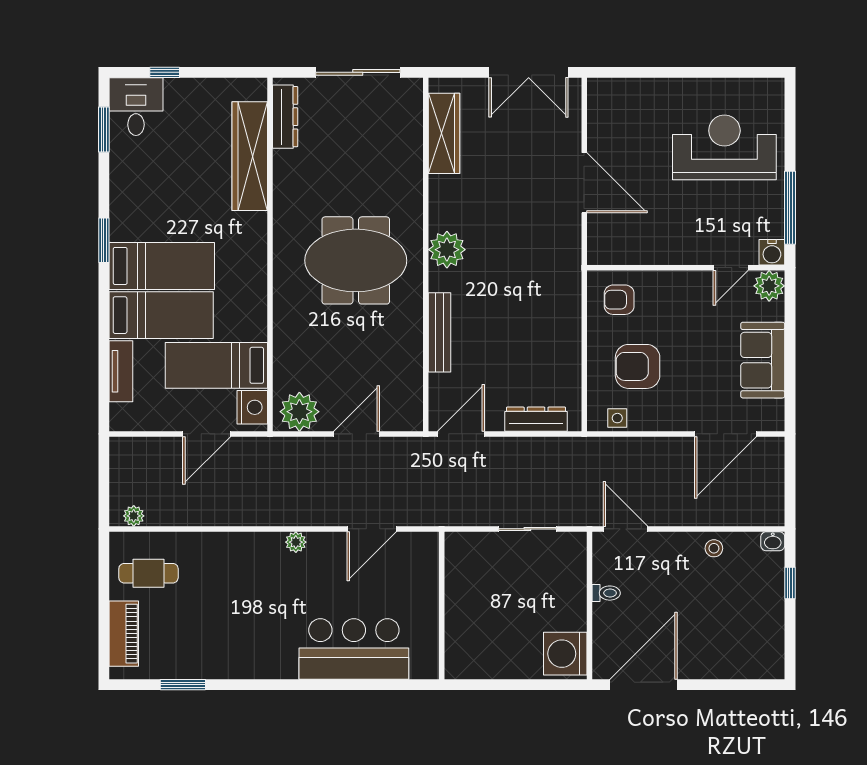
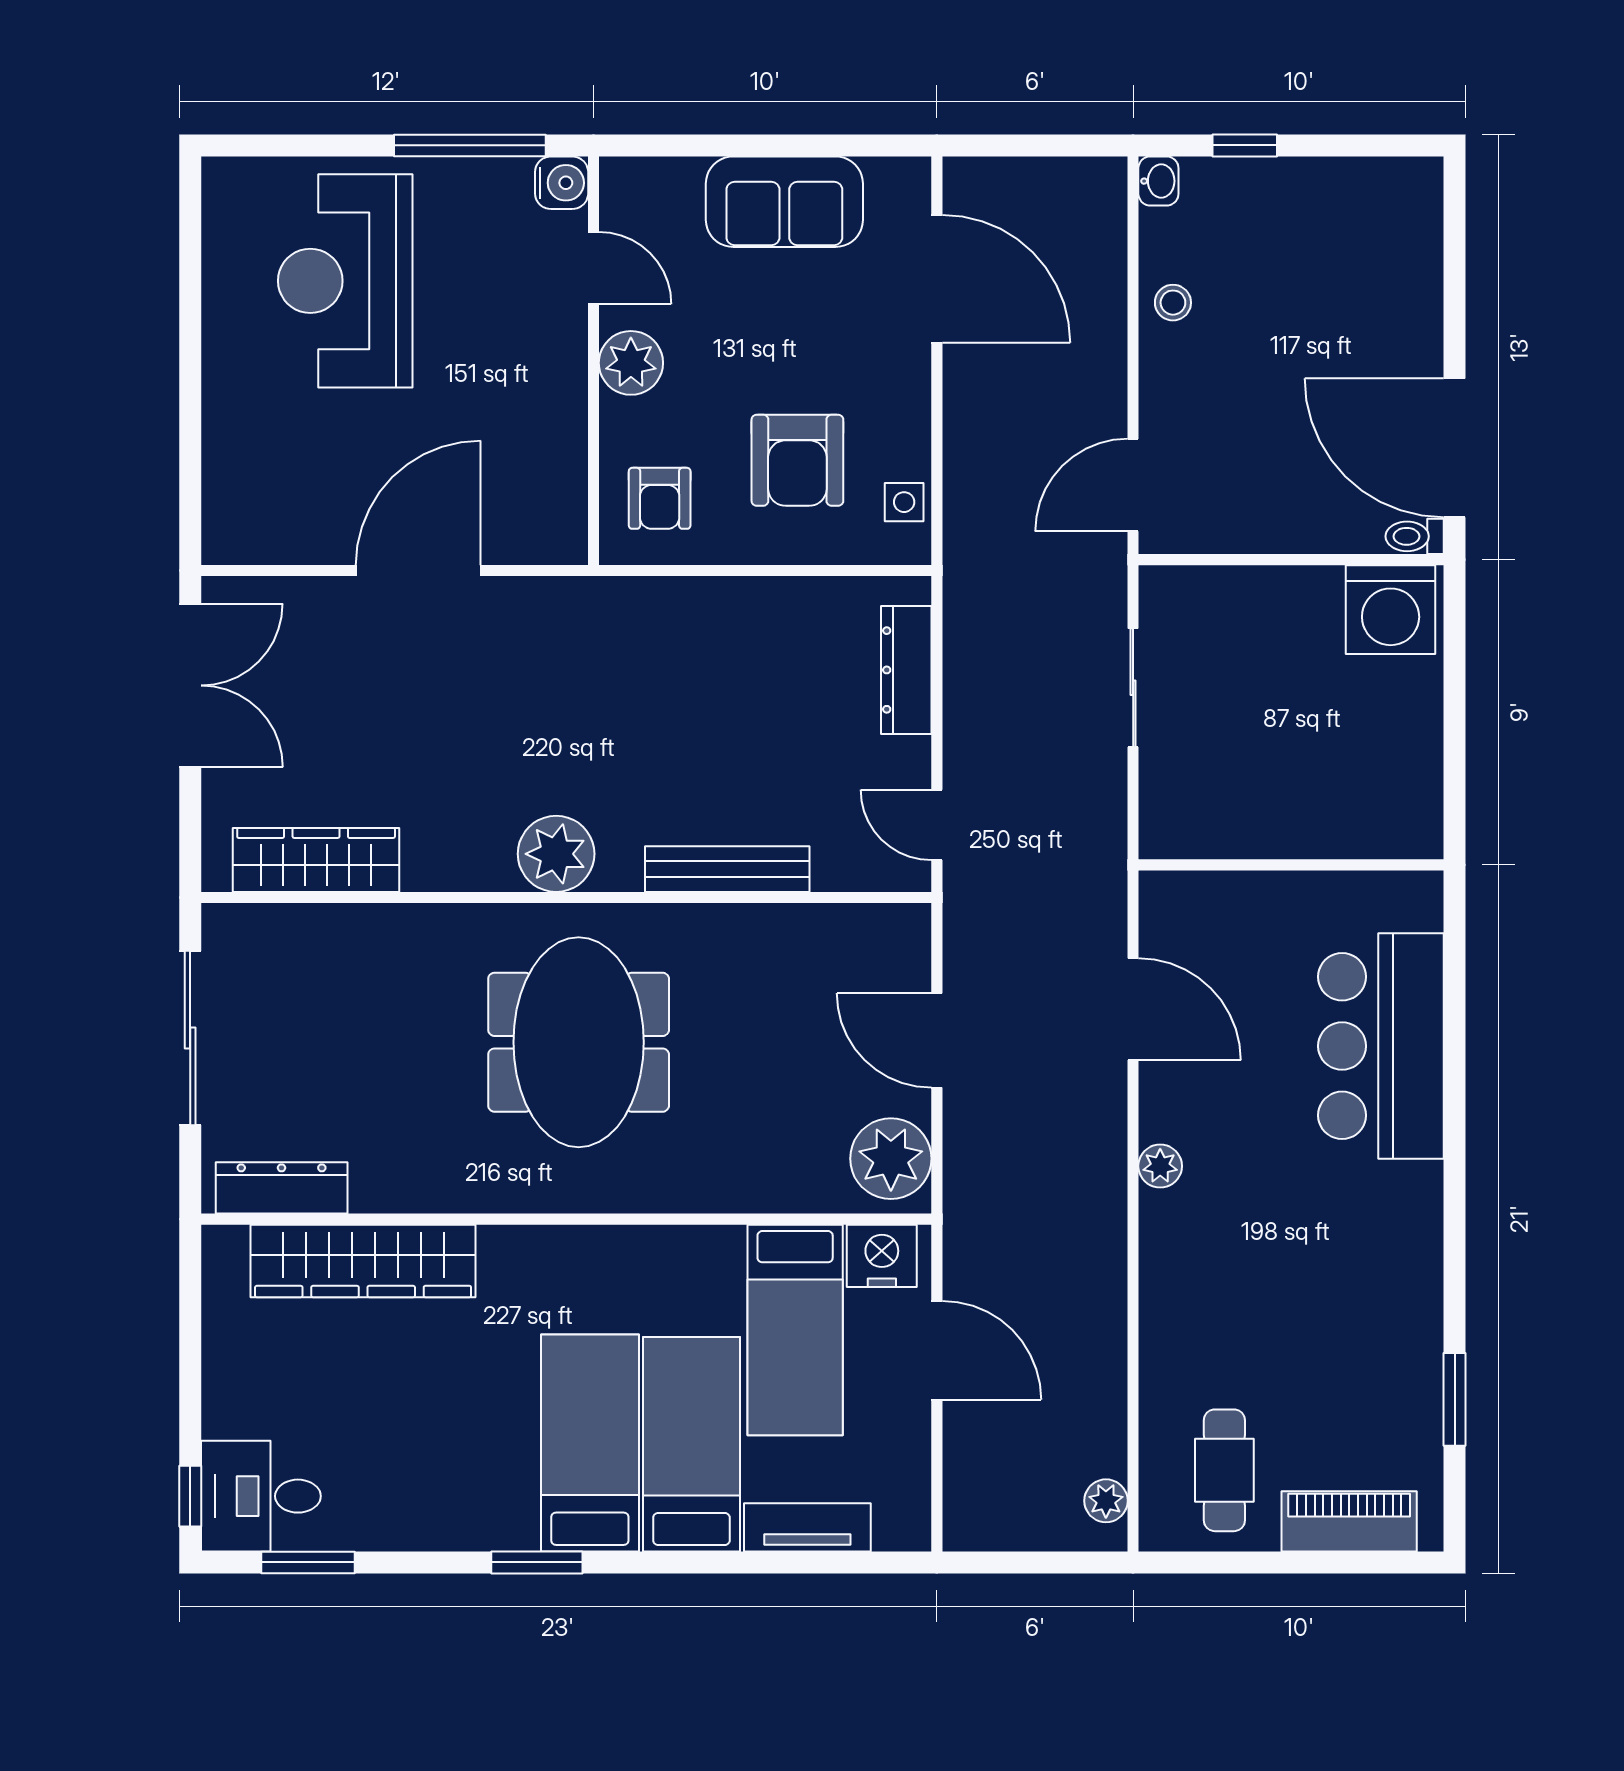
window: (165, 72) -> (190, 1496), moved
plant: (769, 286) -> (631, 363), moved
door: (461, 434) -> (937, 825), width x0.73
toilet: (606, 593) -> (1415, 536), moved, turned -90

